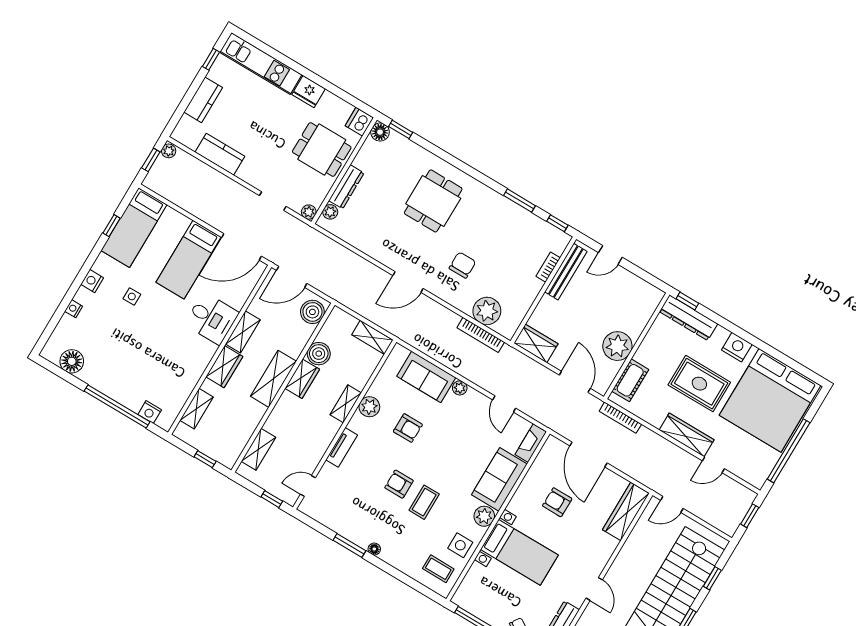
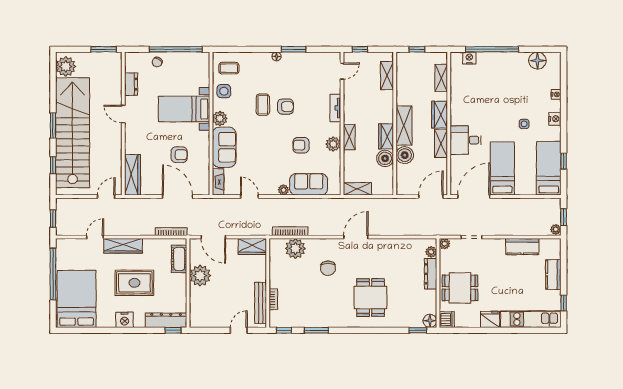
boiler: (312, 312) -> (405, 155), moved
bed: (770, 400) -> (77, 299), width x0.73

